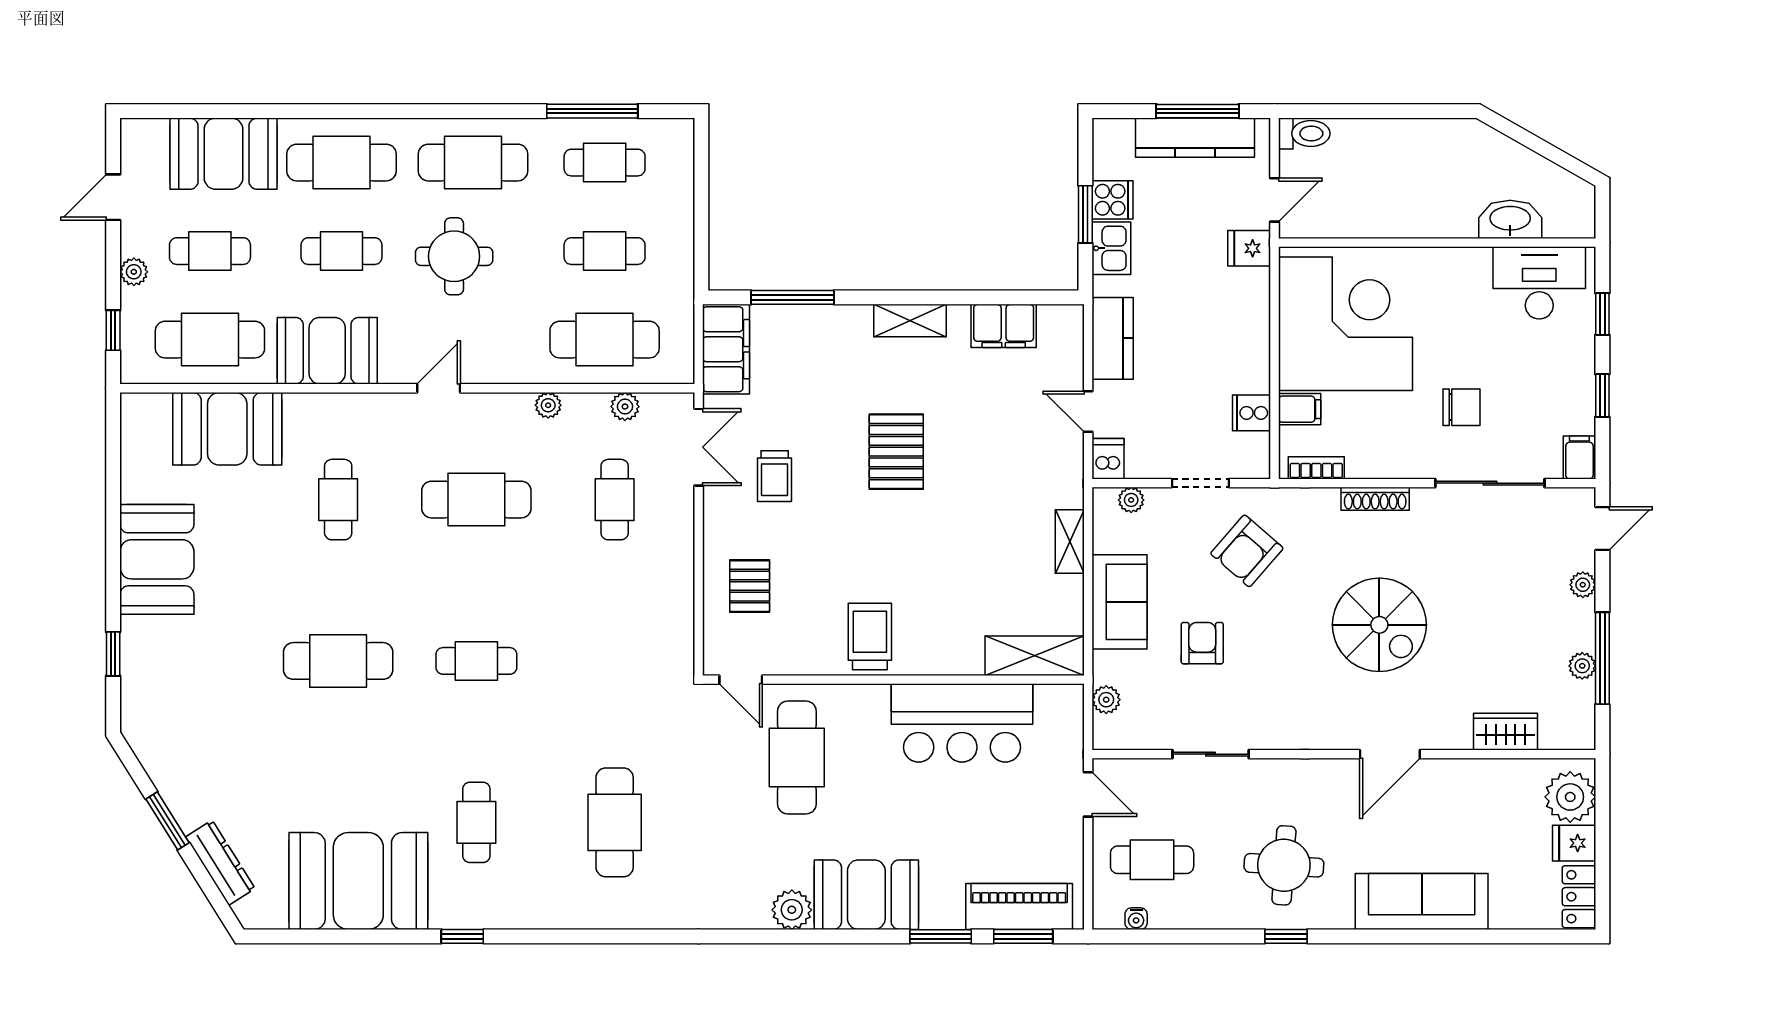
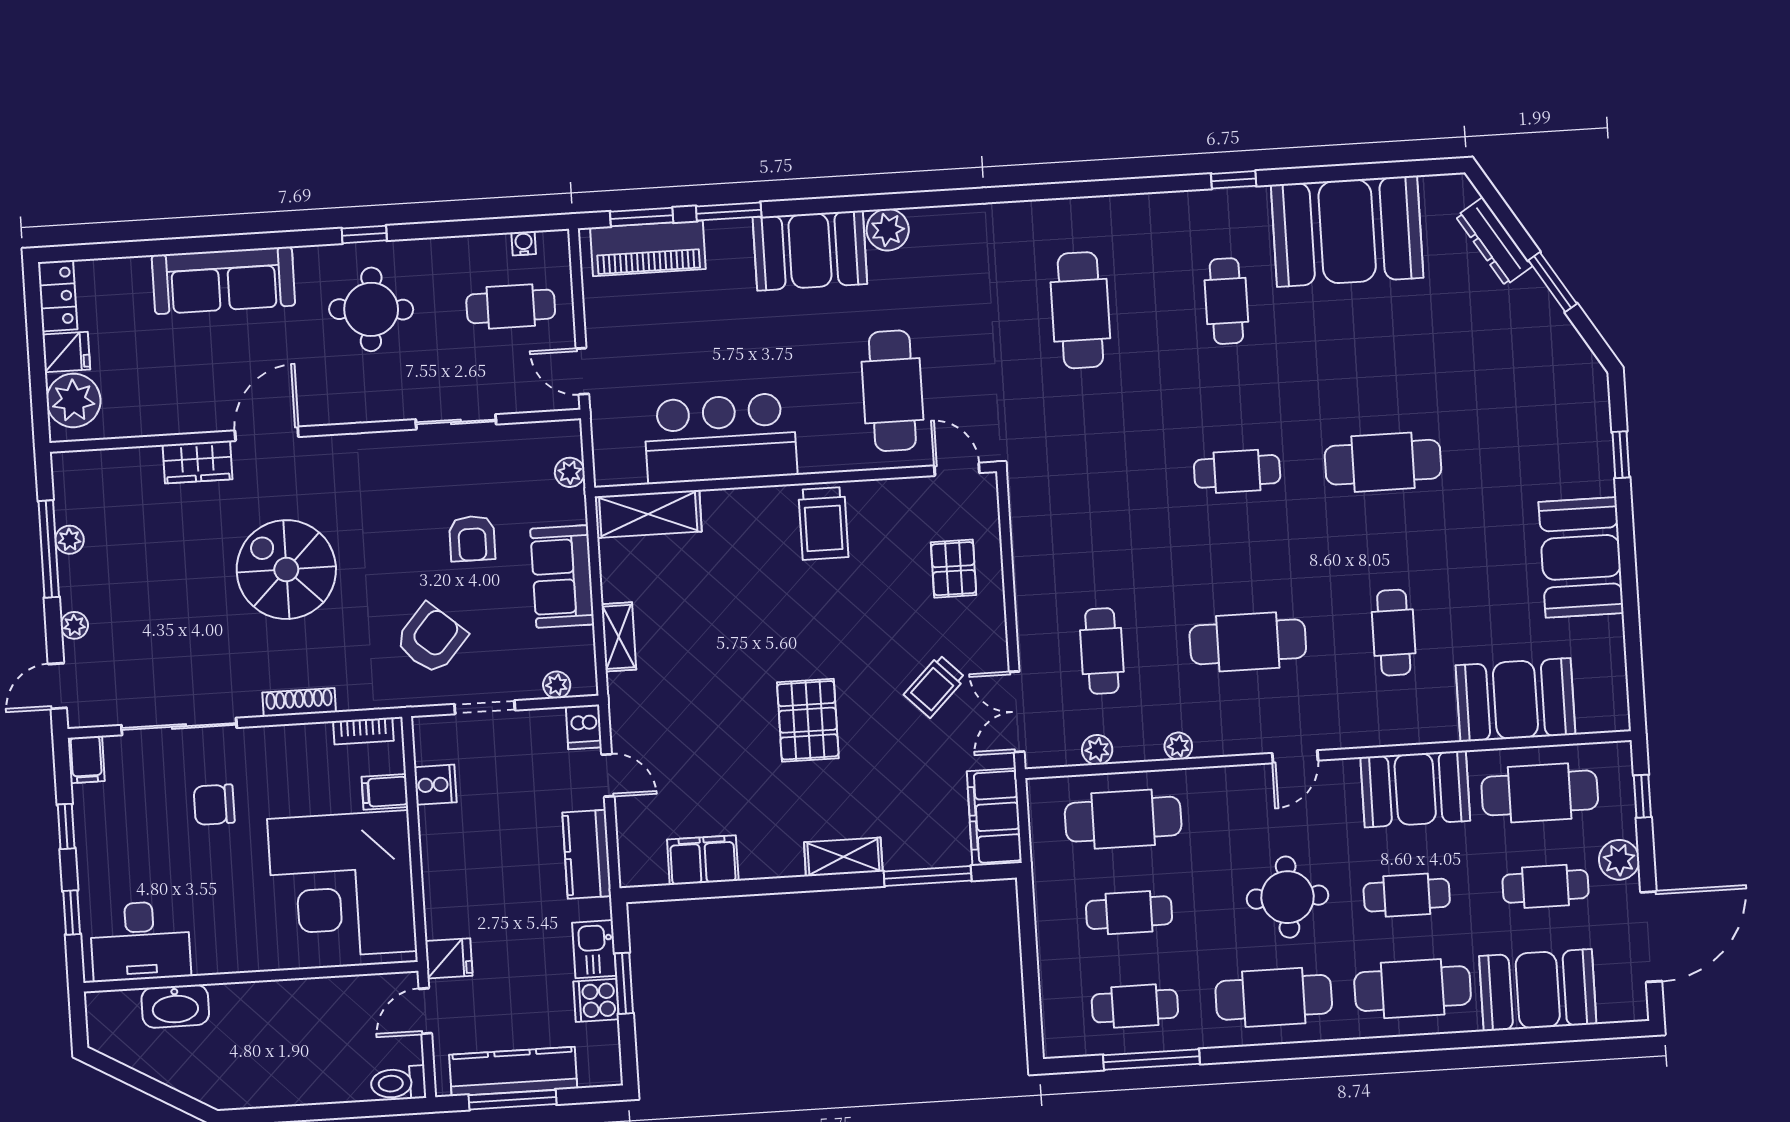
door: (113, 197) -> (1651, 937), width x1.87
plant: (134, 272) -> (1619, 860), width x1.38, depth x1.38
shelving: (910, 321) -> (843, 857), moved
trolley: (775, 476) -> (935, 686), turned -135
wardrobe: (1506, 732) -> (197, 462), moved

